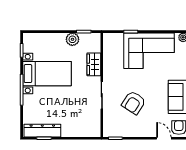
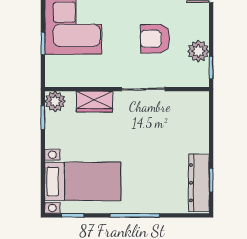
plant: (72, 39) -> (55, 101), moved
bed with nightstands: (47, 74) -> (83, 181), moved, turned 90
armchair: (134, 103) -> (155, 39), turned 147
plant: (126, 130) -> (198, 51), added

